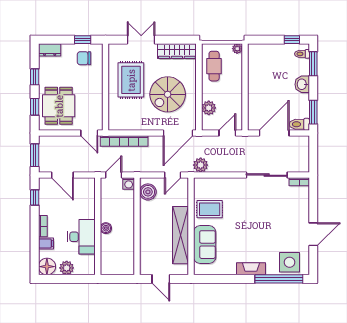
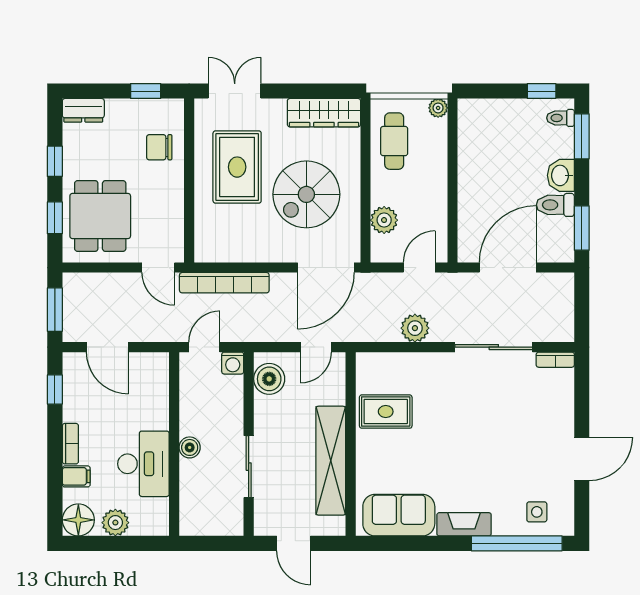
double door: (141, 40) -> (235, 91), moved
chair: (84, 58) -> (159, 147), moved
toilet: (299, 124) -> (555, 205), moved
plant: (201, 165) -> (415, 328), moved
sliding door: (137, 238) -> (249, 467), added
sofa: (205, 245) -> (399, 515), moved, turned -90
side table: (289, 262) -> (537, 512), width x0.54, depth x0.54

